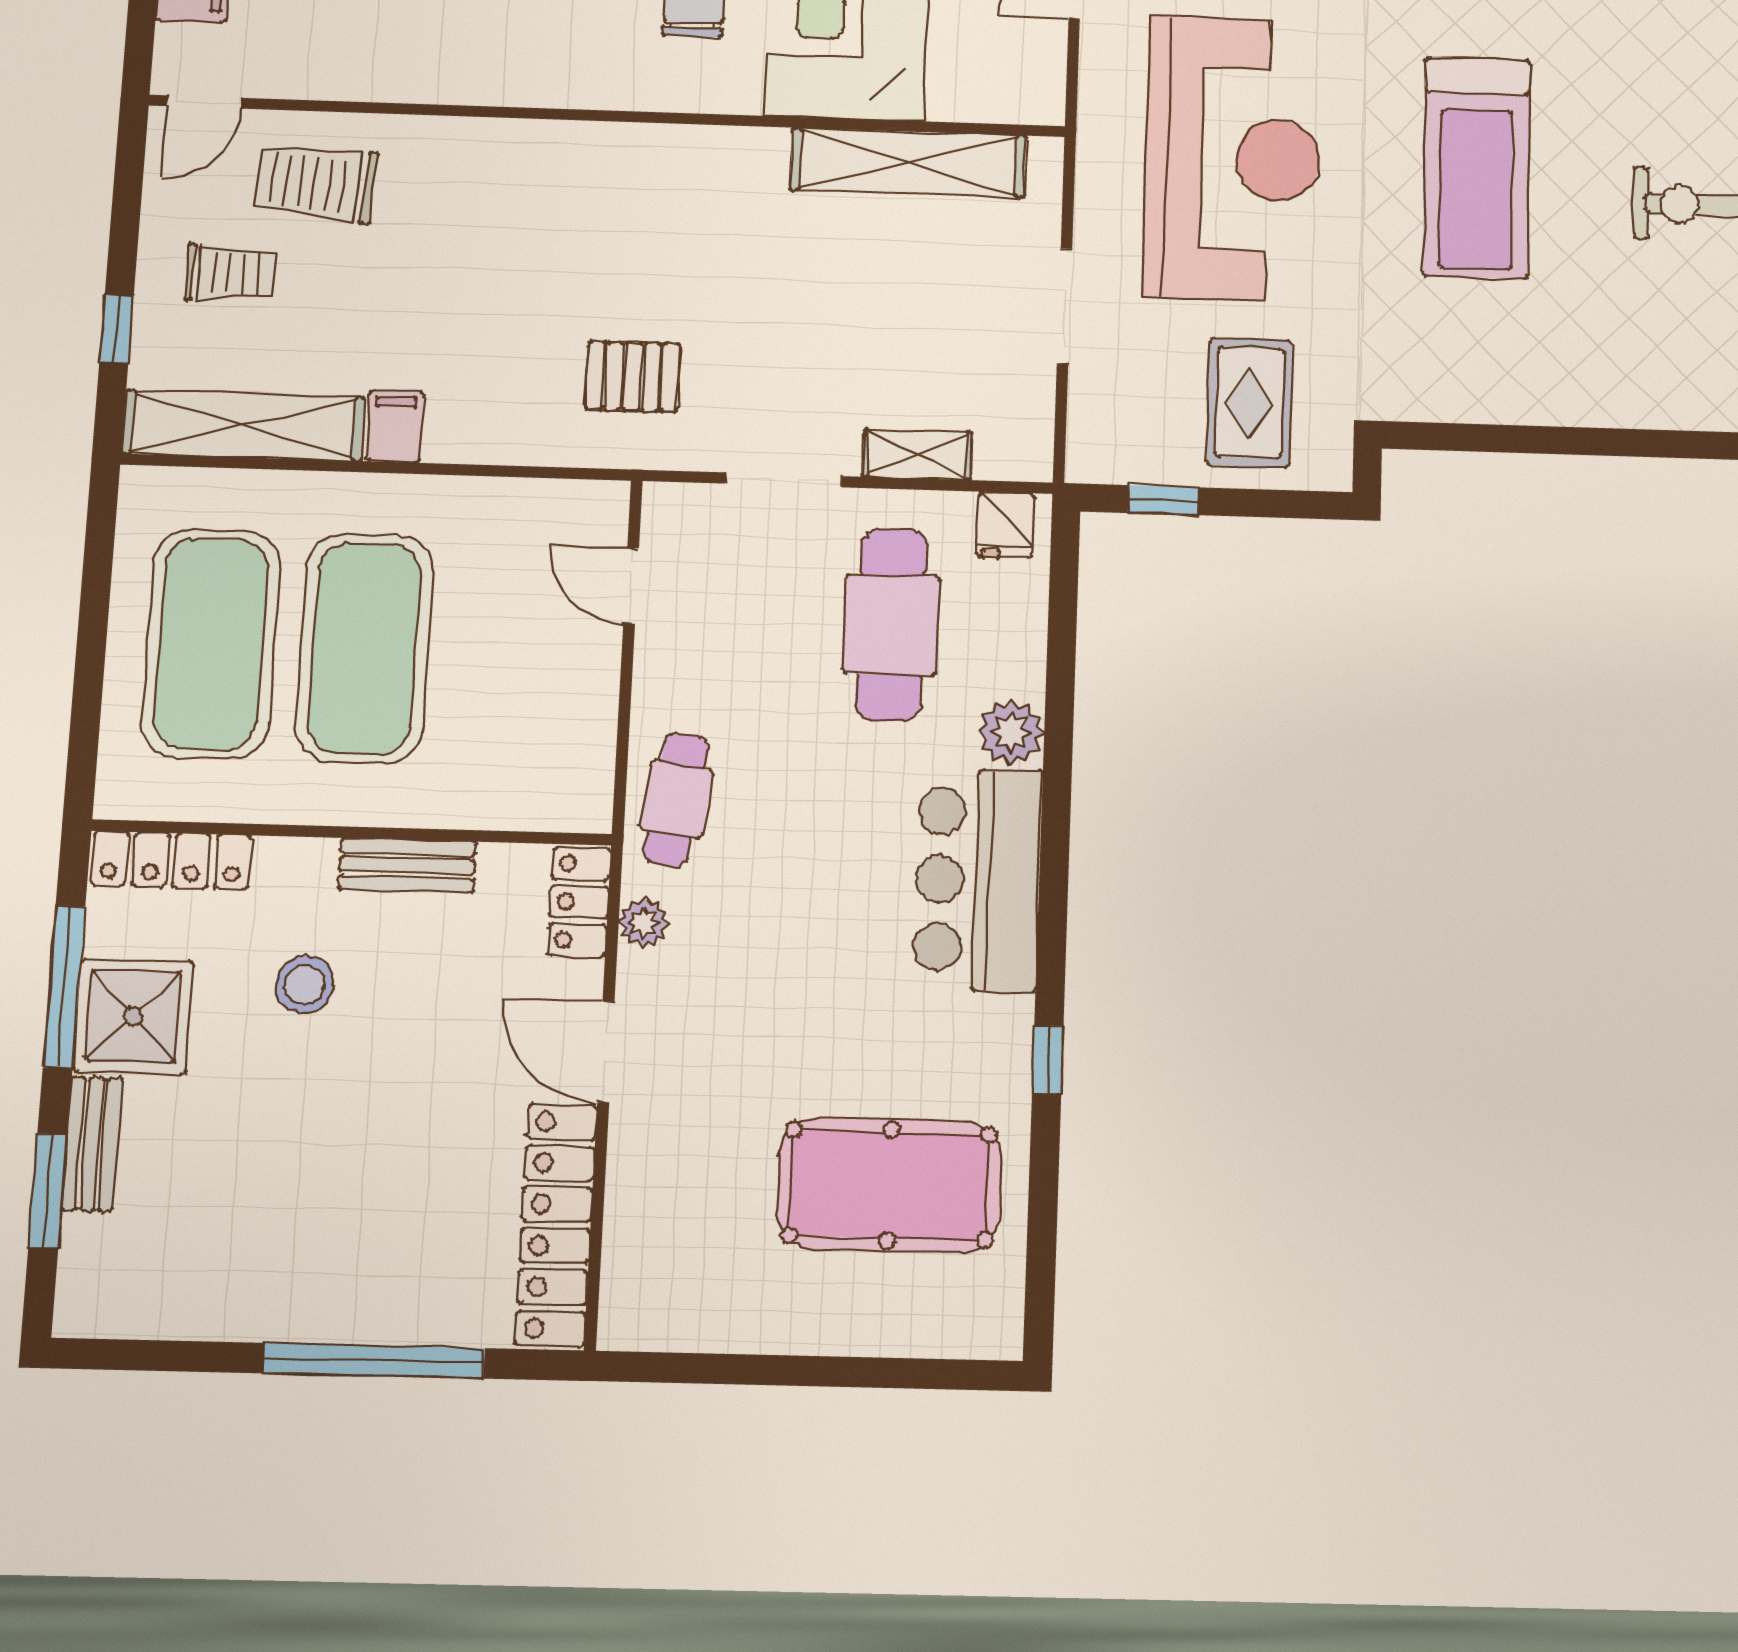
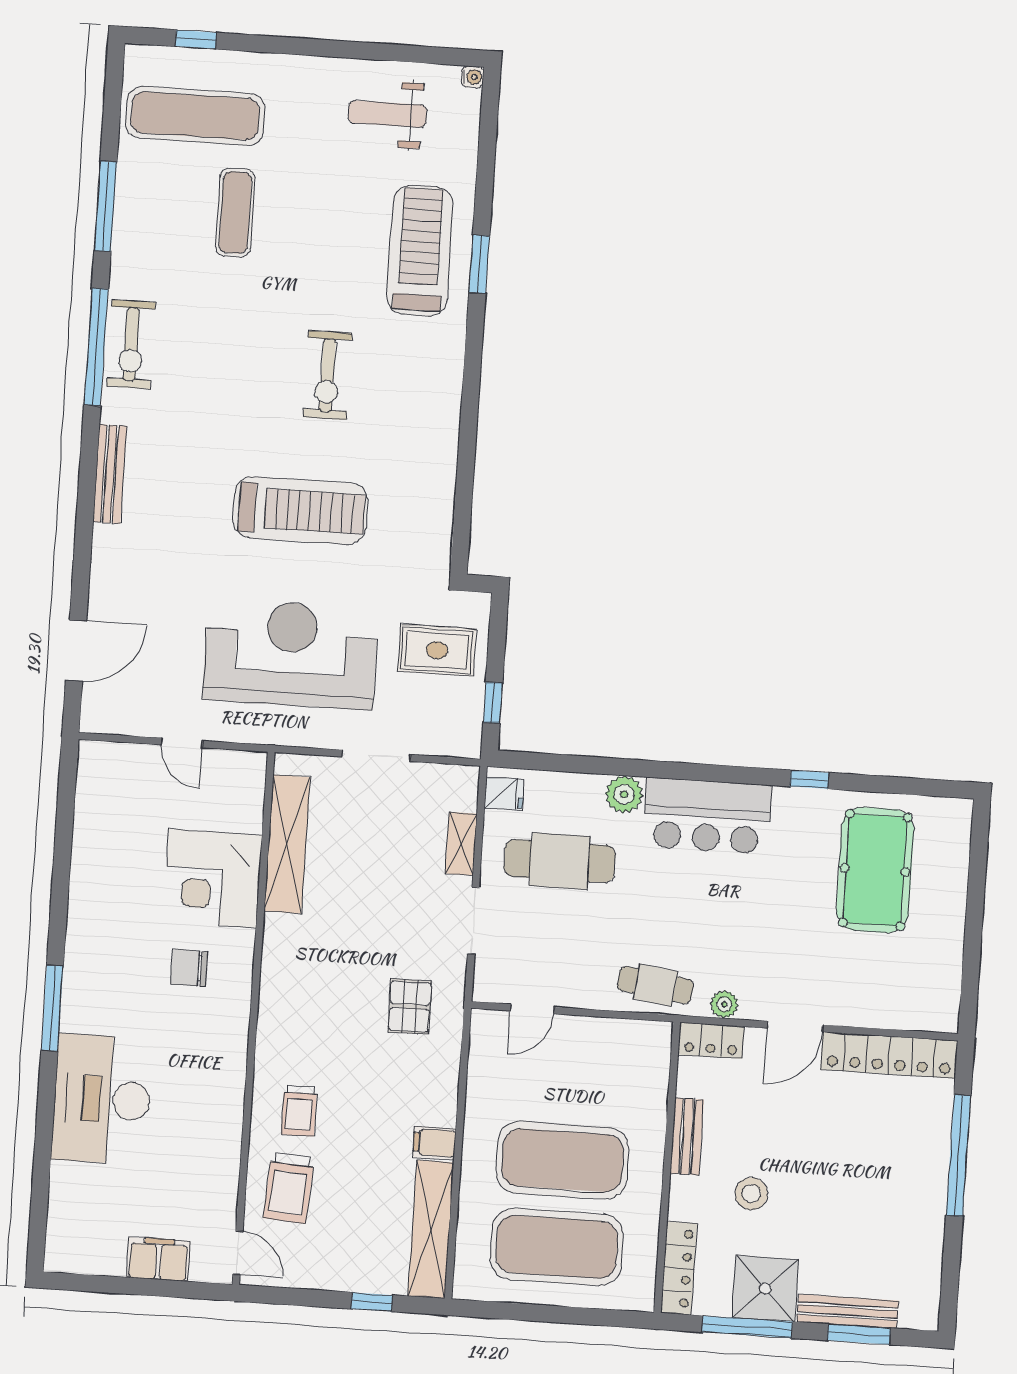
trolley: (230, 273) -> (299, 1111), moved, turned 180
bench: (92, 1144) -> (848, 1311), width x1.36

